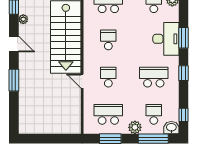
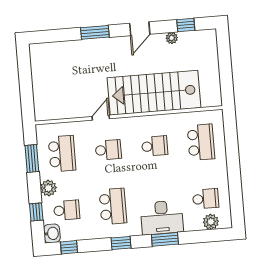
window: (153, 139) -> (36, 212), width x0.46

